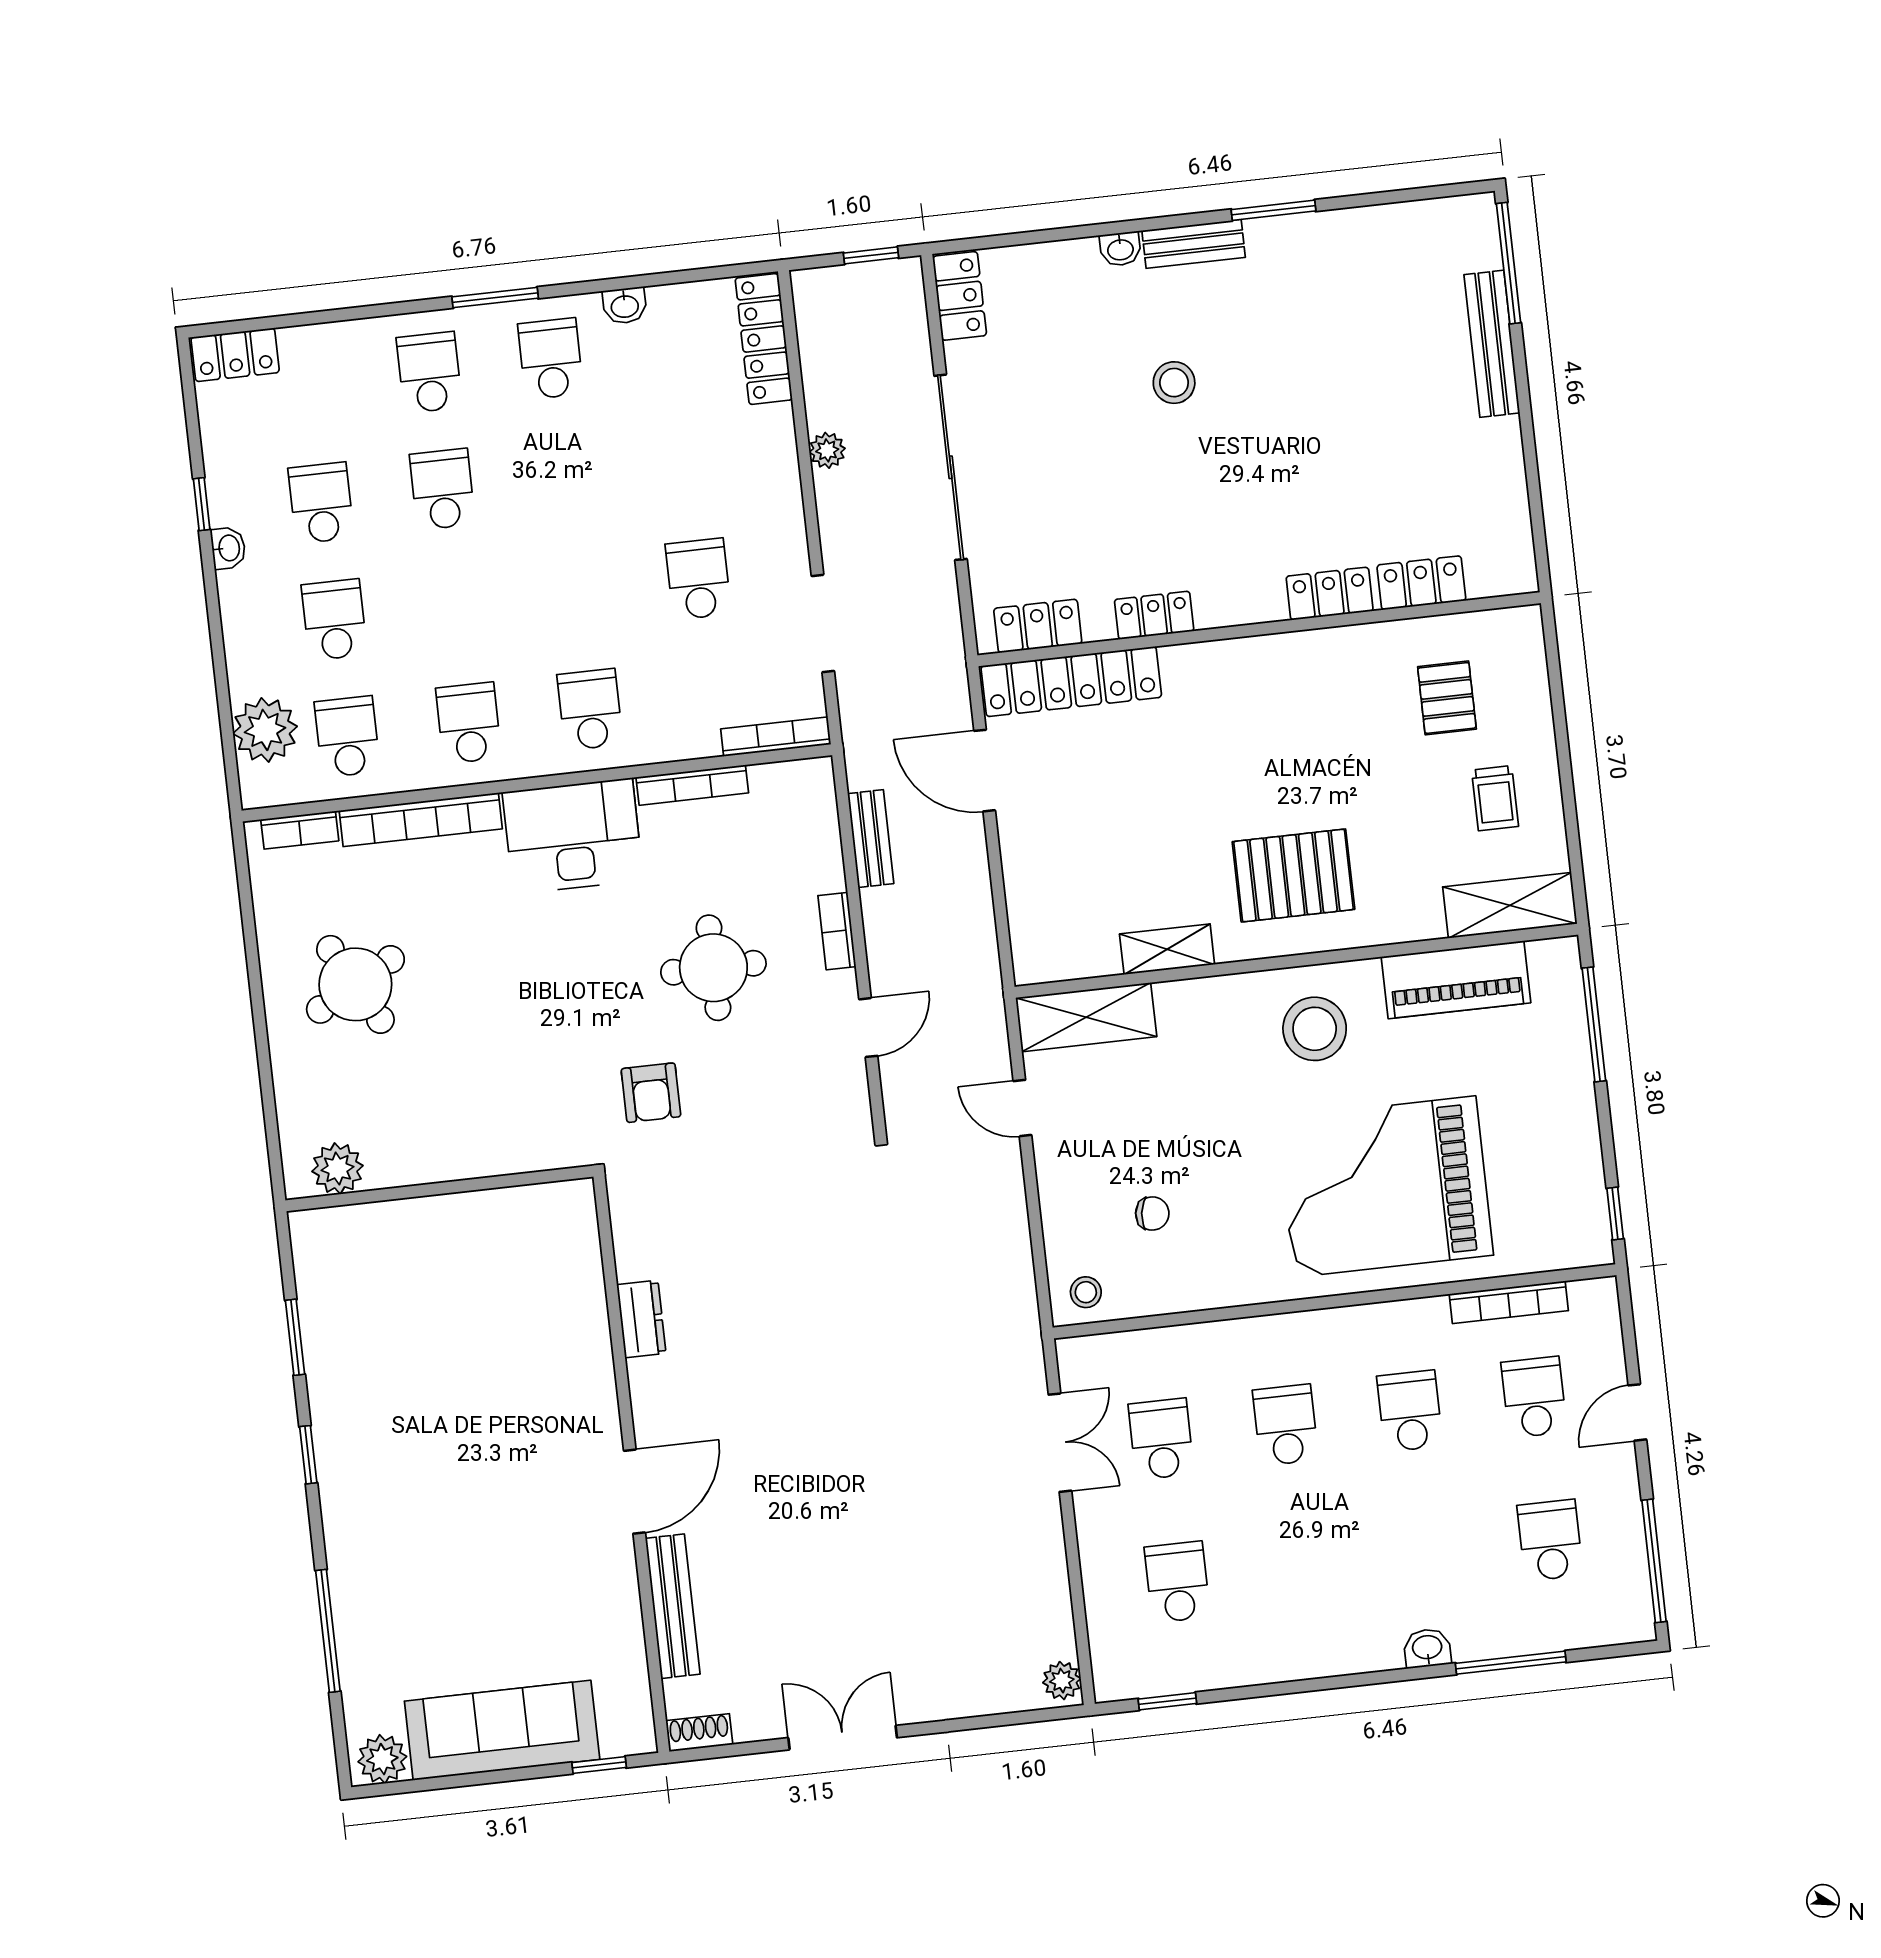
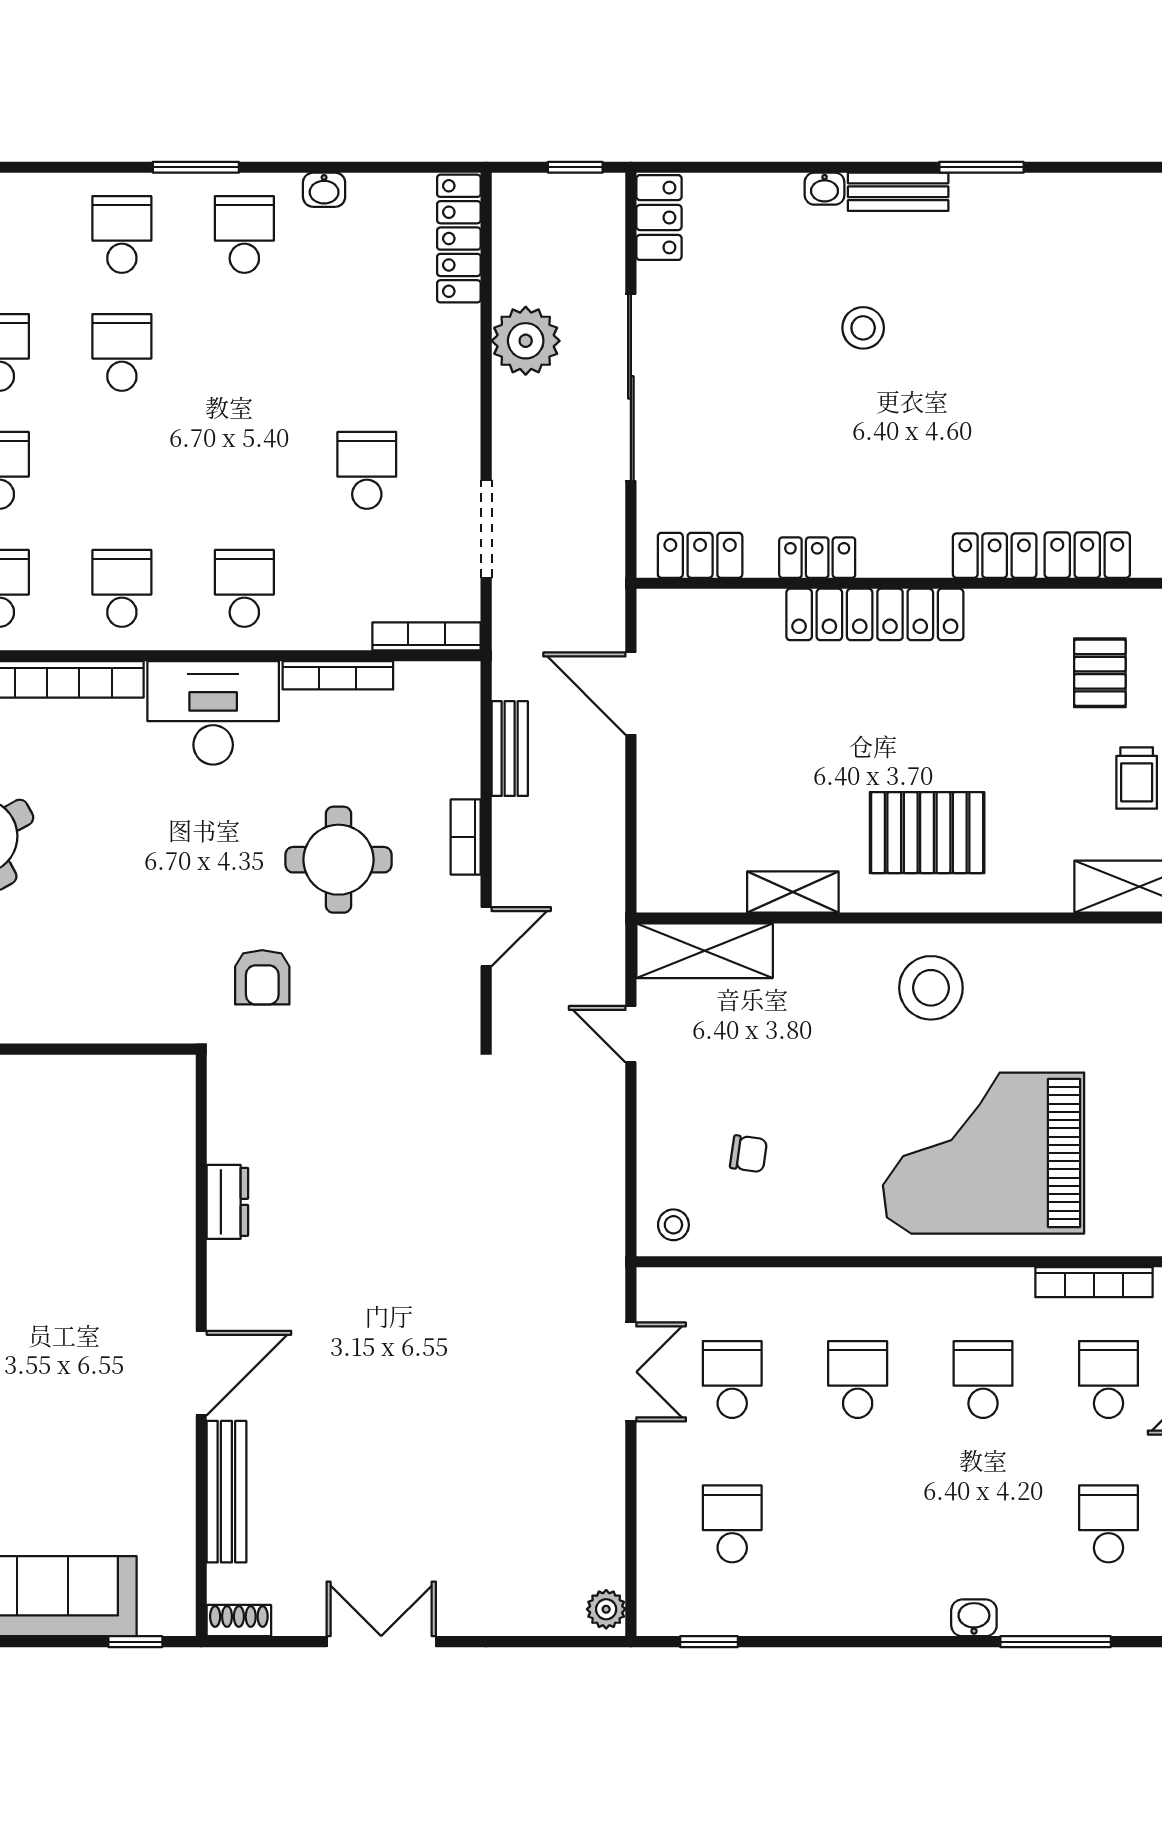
plant: (827, 450) -> (526, 341), width x1.87, depth x1.87
locker: (1071, 682) -> (875, 614), moved
piano: (1456, 980) -> (1077, 955), removed

